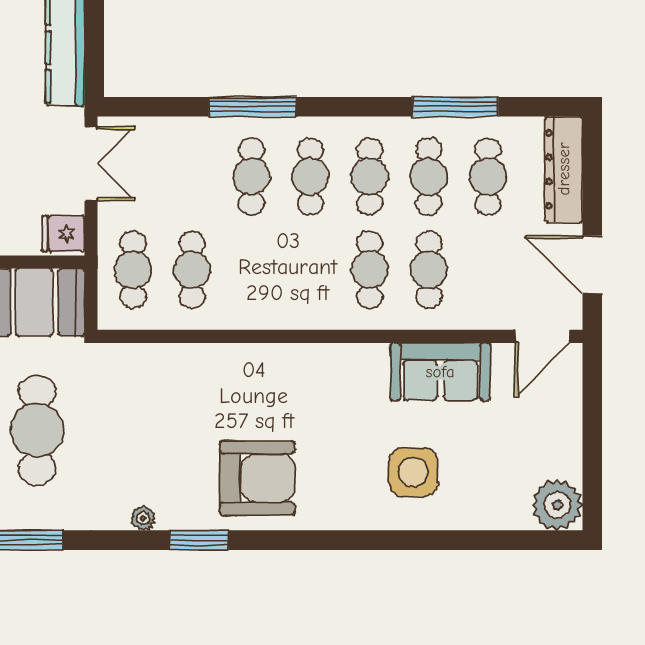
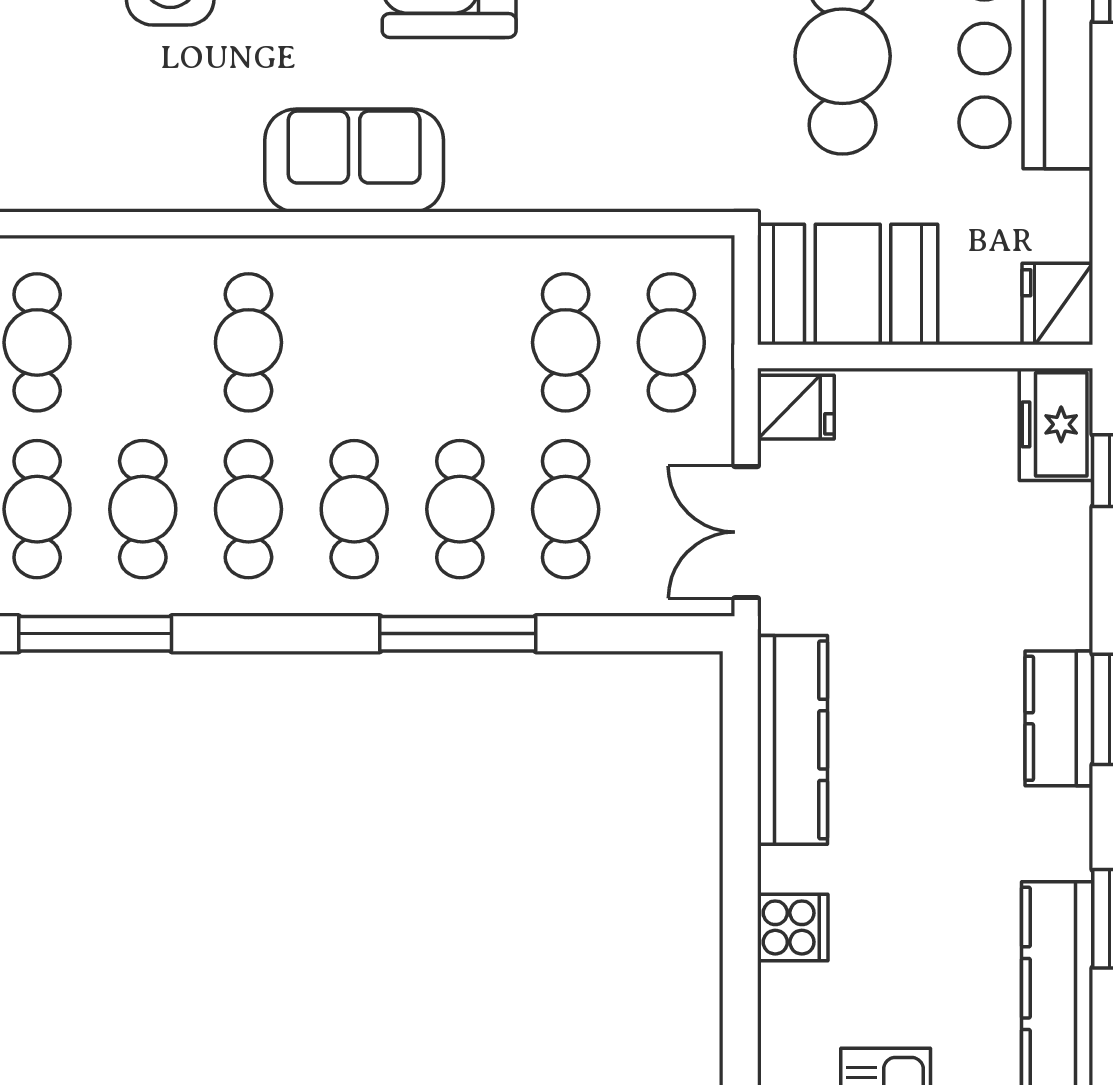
cafe table: (192, 177) -> (566, 509), added
cafe table: (429, 270) -> (37, 342), moved
sofa: (440, 372) -> (354, 160), moved

